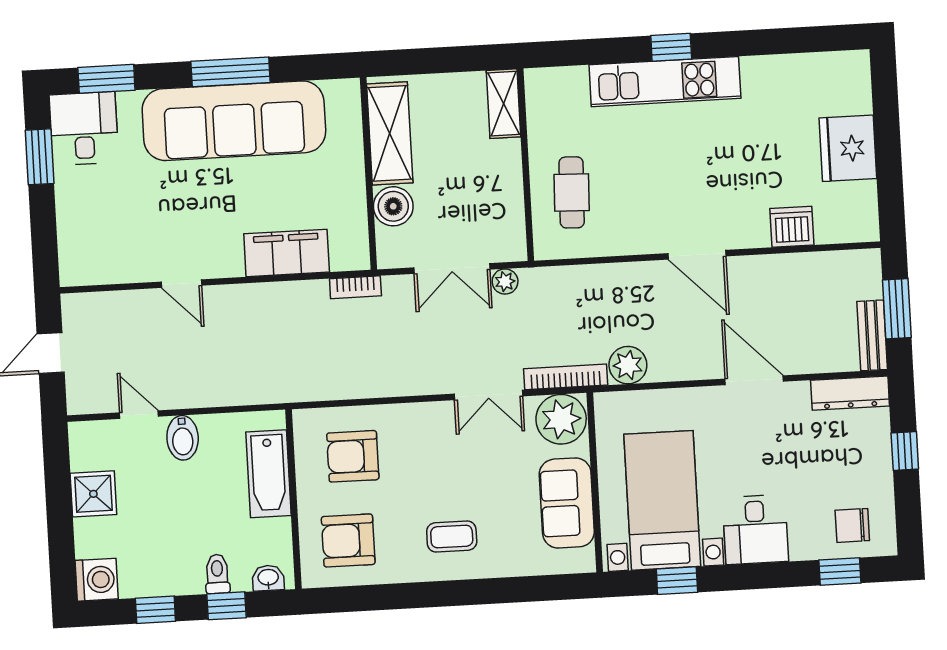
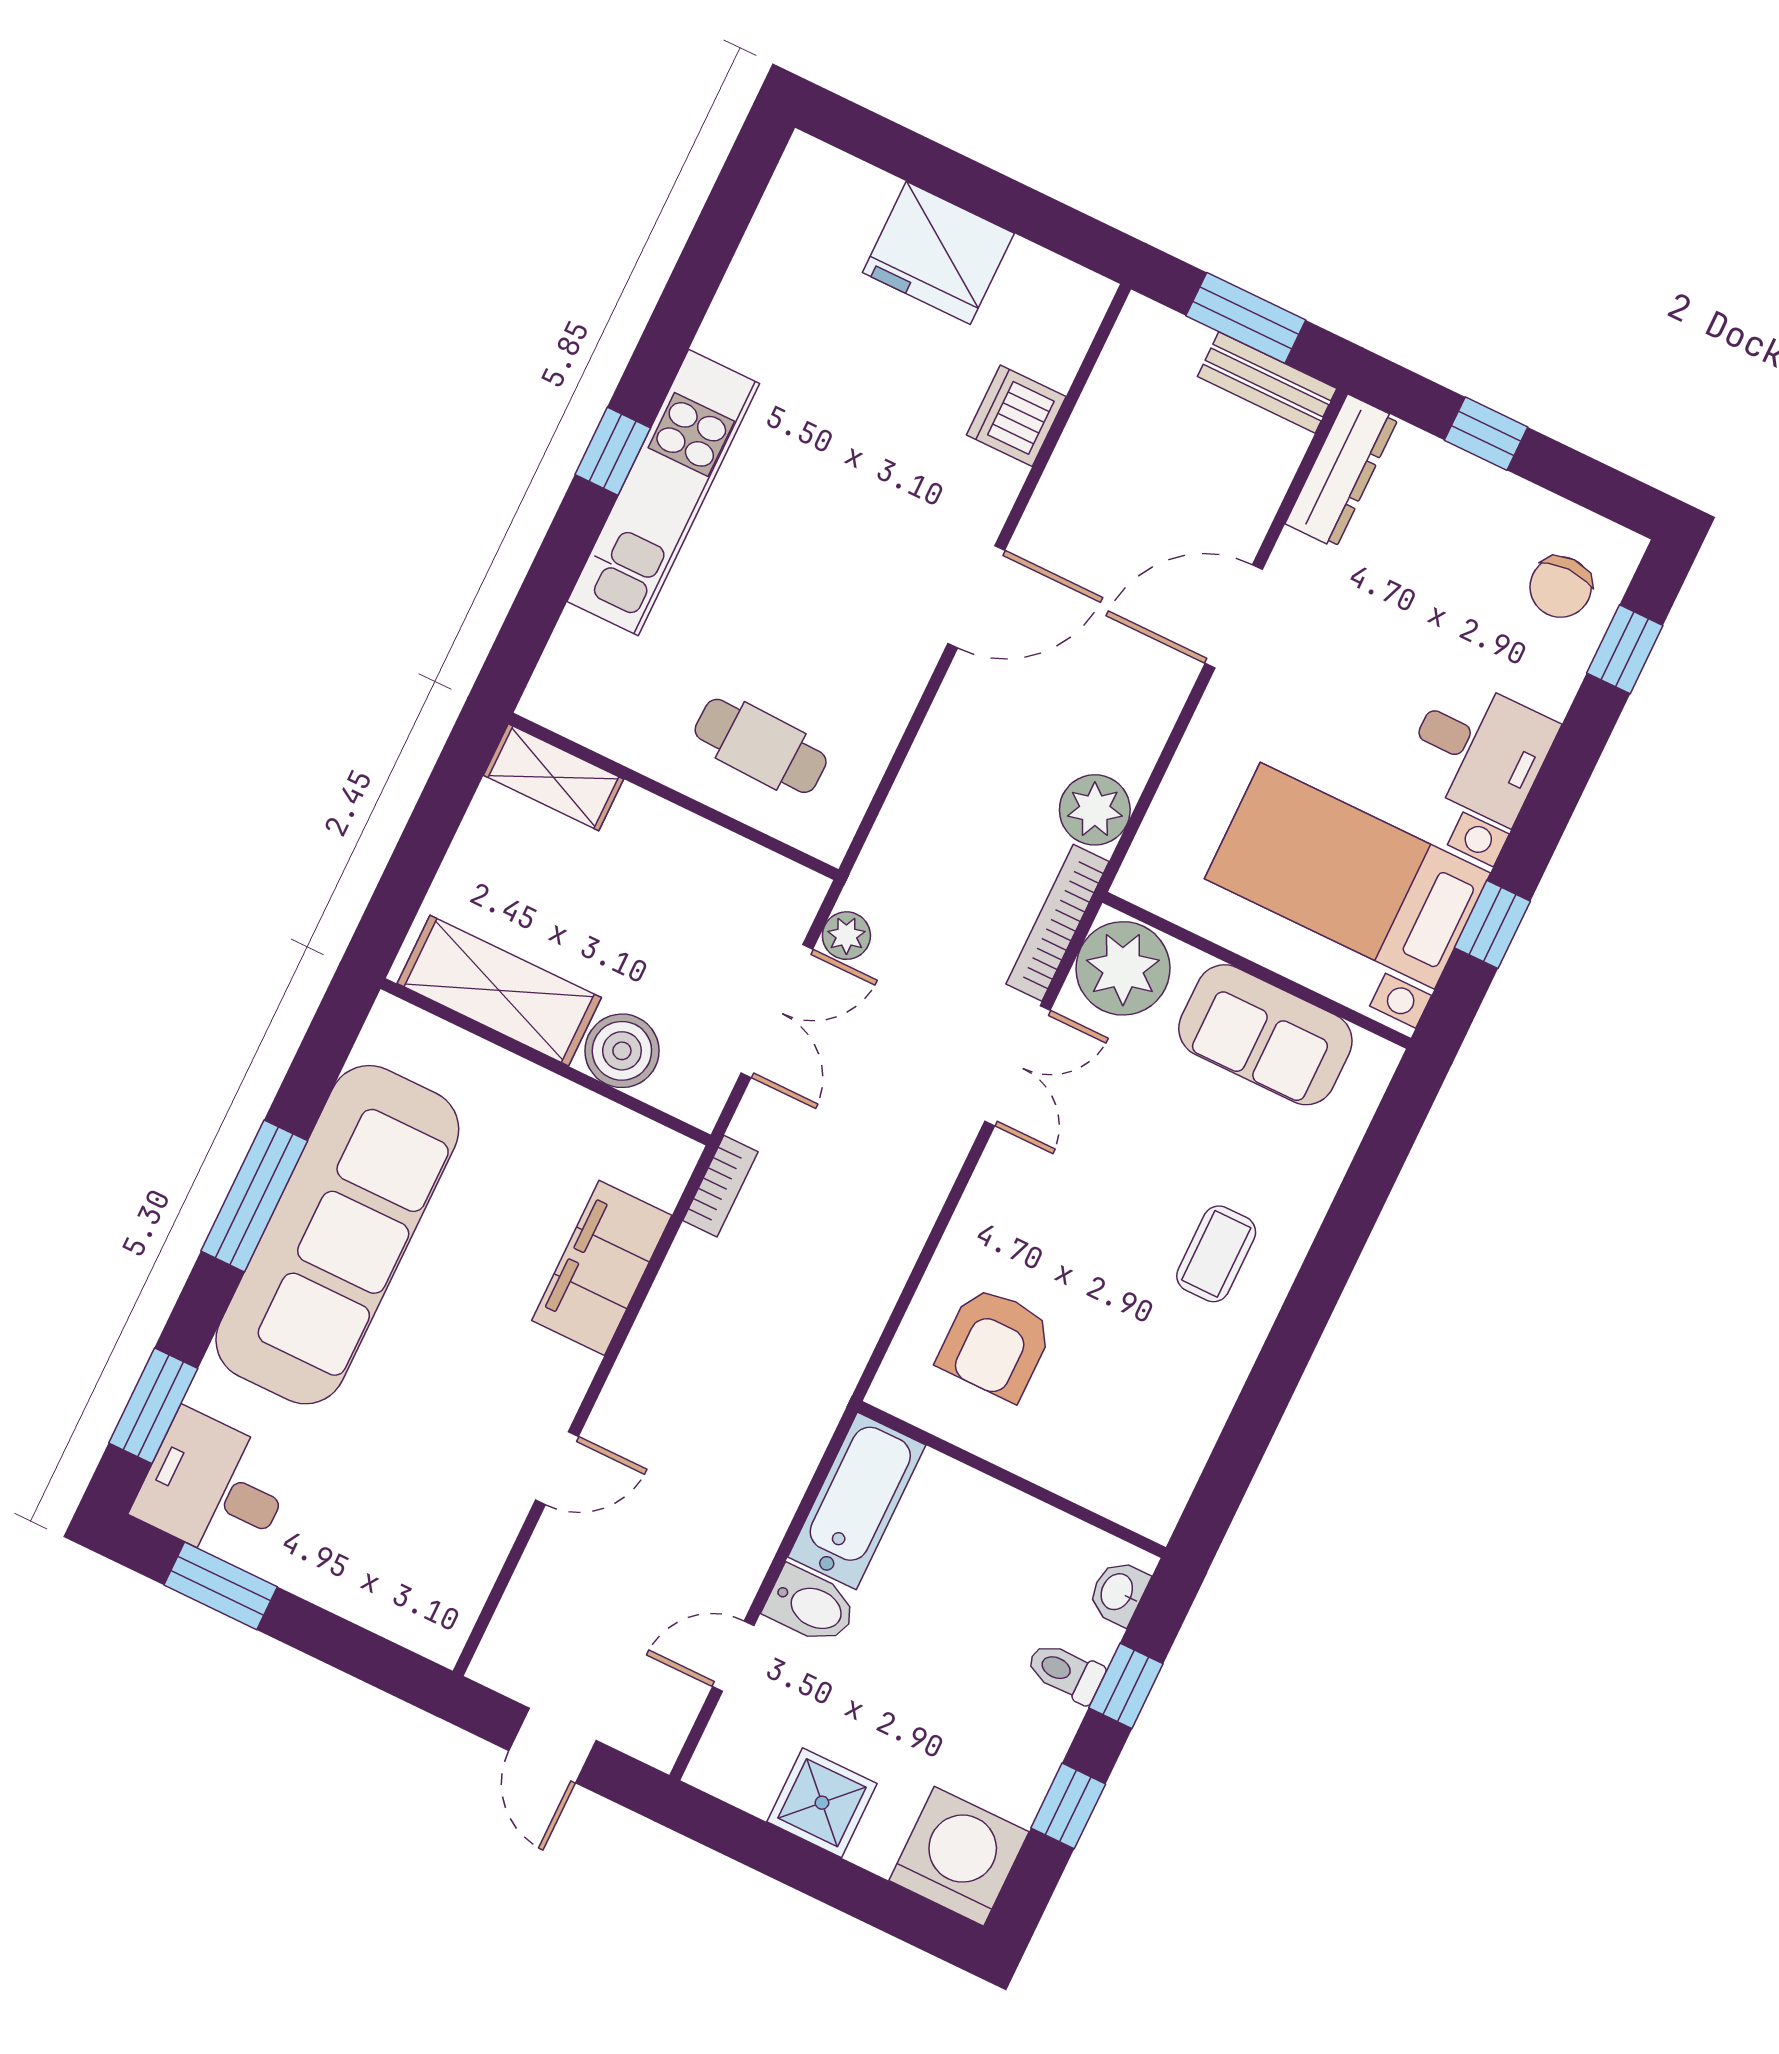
bathtub: (269, 474) -> (857, 1501), moved, turned -90
armchair: (348, 540) -> (1129, 1427), removed
washing machine: (97, 580) -> (959, 1856), width x1.37, depth x1.37

